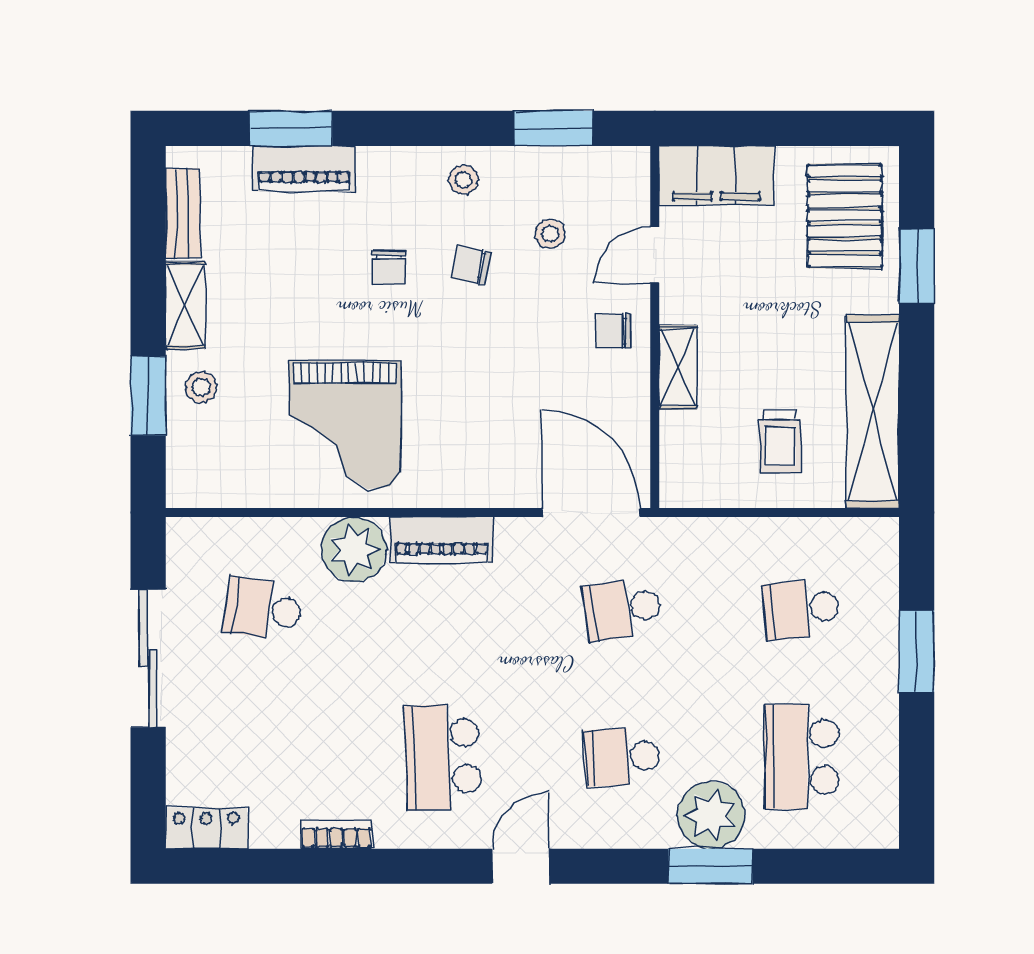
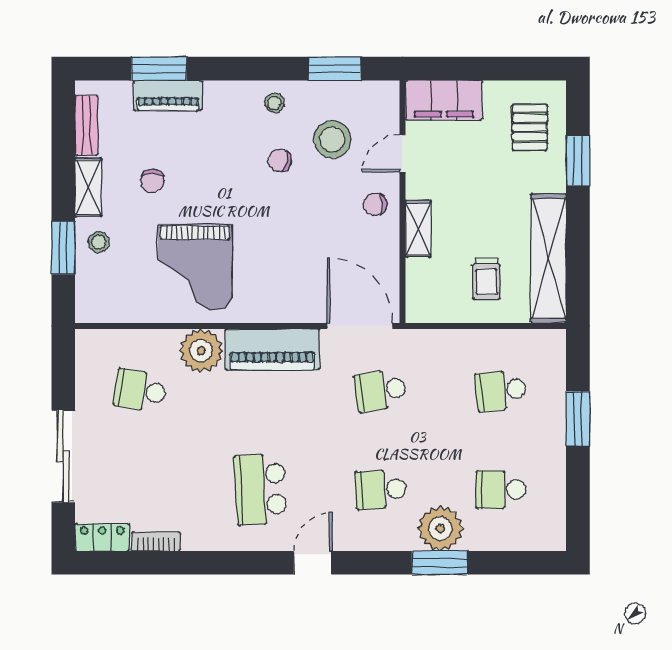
pallet: (845, 216) -> (530, 127), width x0.67, depth x0.71
stool: (550, 234) -> (332, 139), width x1.89, depth x1.89
chair: (389, 267) -> (152, 181), moved
piano: (441, 540) -> (272, 349), width x1.37, depth x1.33
sliding door: (148, 658) -> (63, 456), moved
school desk: (801, 757) -> (501, 489), width x0.54
bookcase: (336, 834) -> (156, 541), moved

